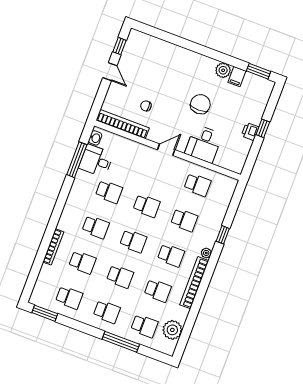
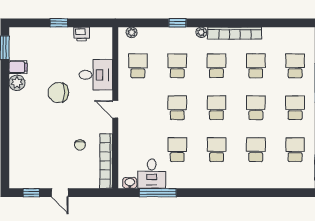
door: (110, 72) -> (60, 193), swing flipped
printer: (250, 131) -> (82, 34), moved
bookcase: (53, 247) -> (251, 184), removed
plant: (172, 330) -> (132, 32), moved, width x0.53, depth x0.53

